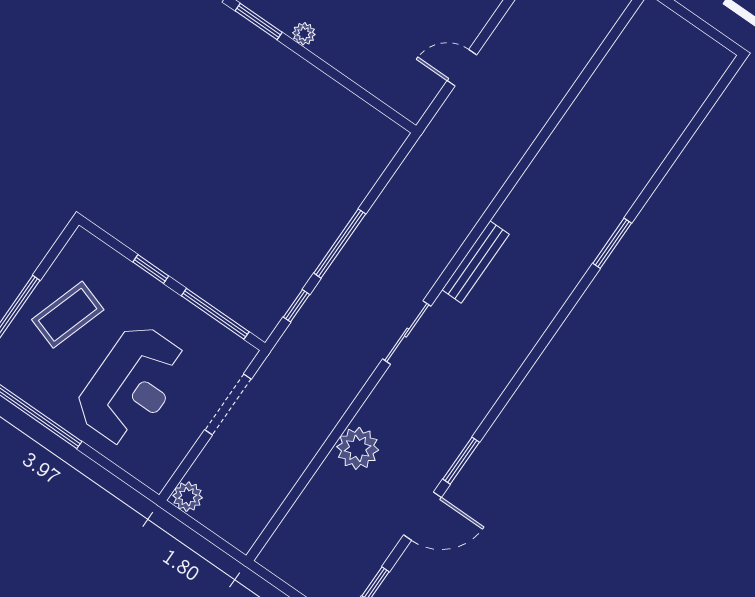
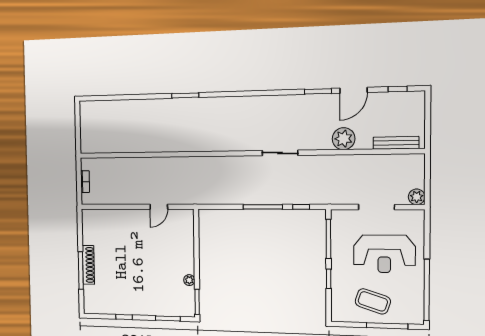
door: (462, 68) -> (159, 207), hinge flipped
bench: (476, 262) -> (396, 143), moved
reception desk: (132, 385) -> (384, 254), turned 180
doorway: (228, 404) -> (377, 207), moved
door: (423, 516) -> (353, 90), swing flipped

